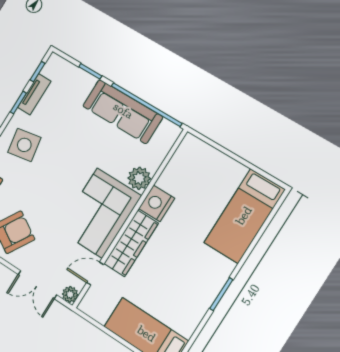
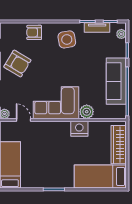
plant: (63, 66) -> (121, 34), added
wardrobe: (131, 243) -> (119, 145), moved, turned 90

